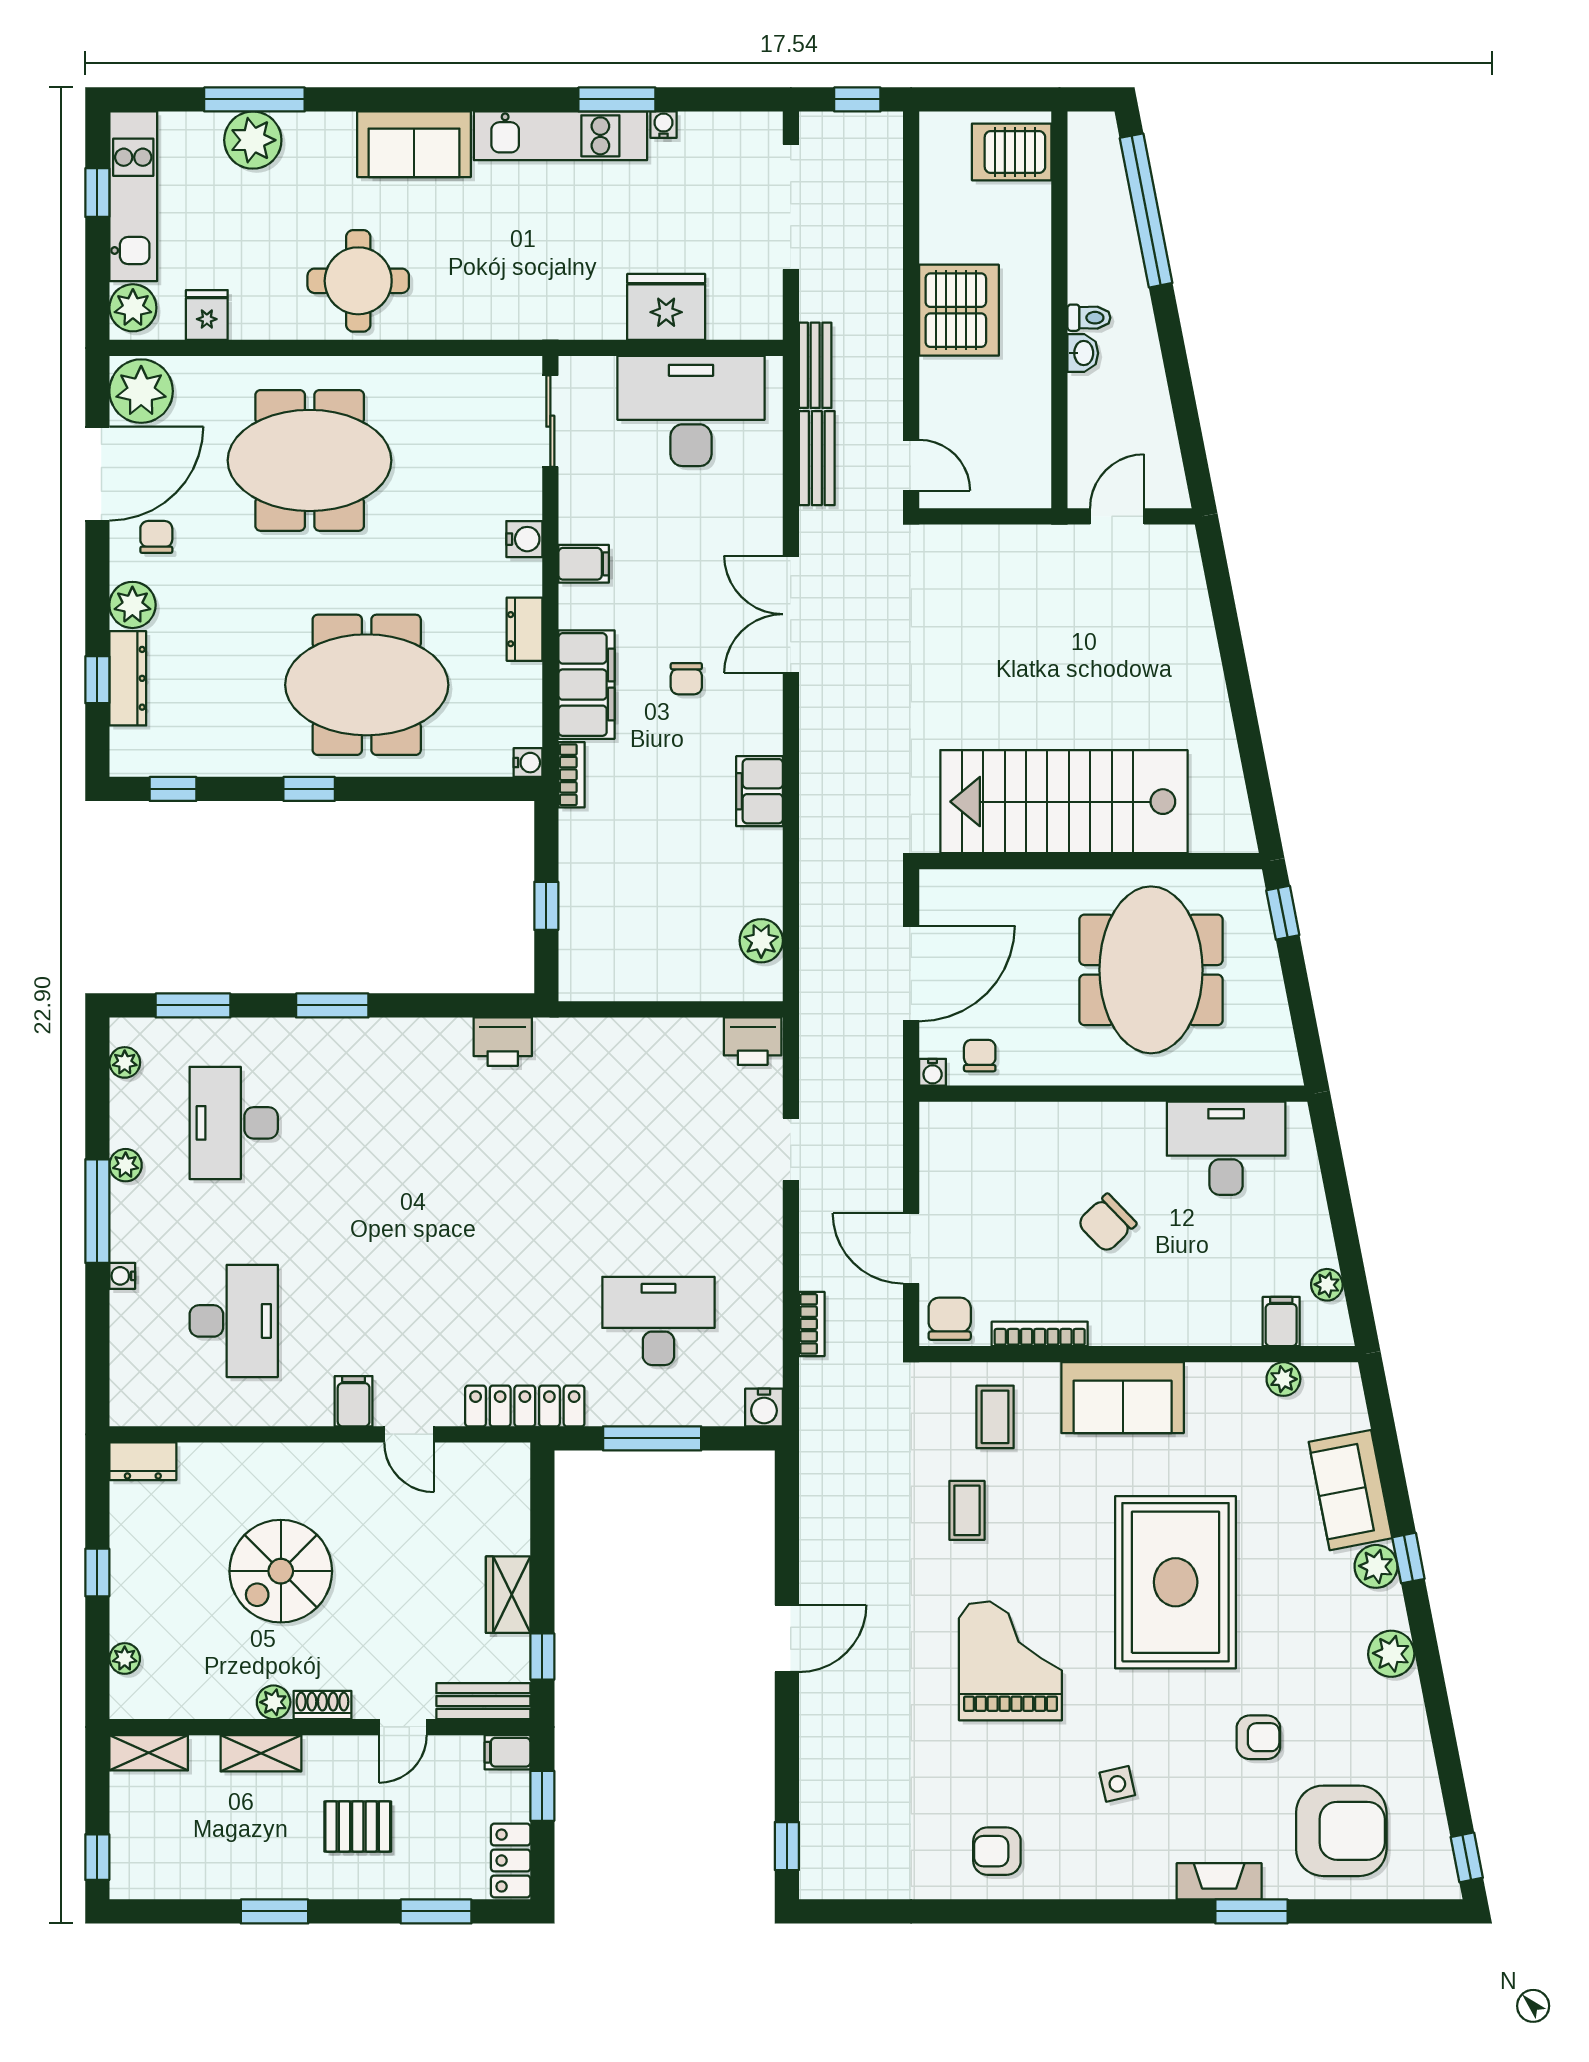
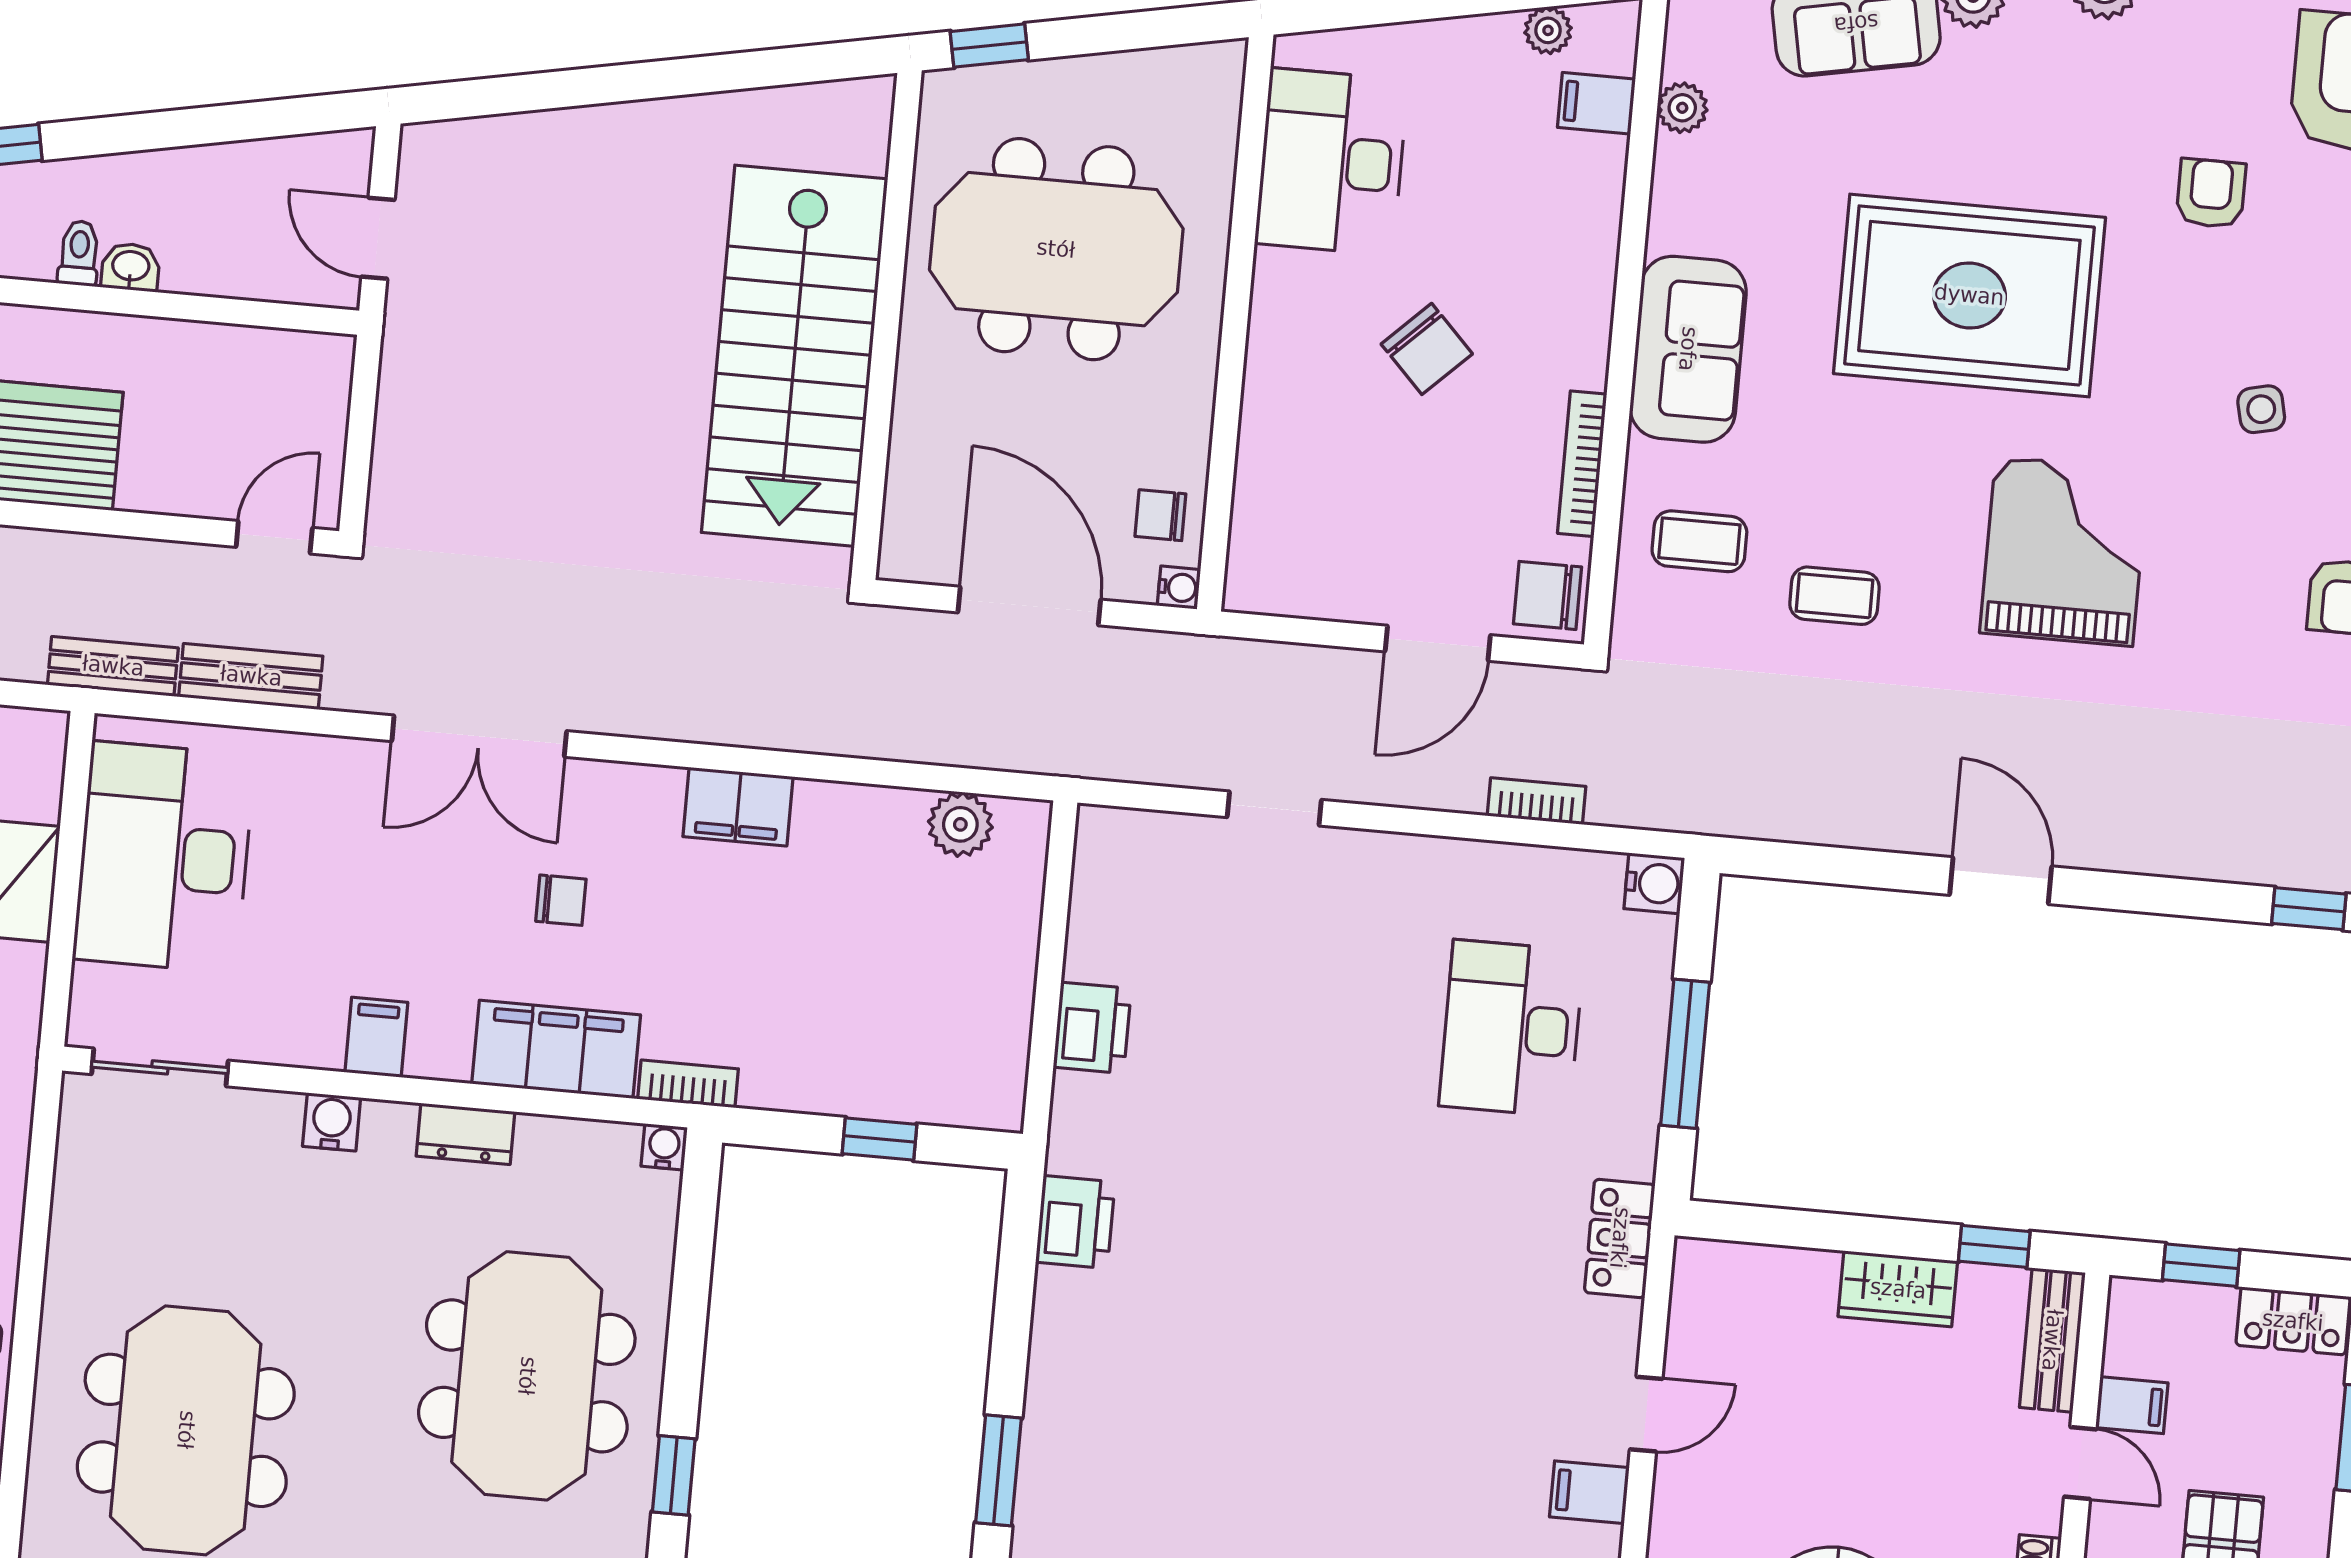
printer: (753, 1041) -> (1092, 1028), moved
locker: (525, 1406) -> (1620, 1238), width x0.66
grand piano: (1010, 1661) -> (2064, 551), turned 90
filing cabinet: (507, 1752) -> (2132, 1405), moved, turned -90

